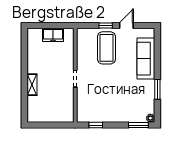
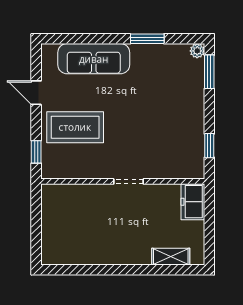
window: (106, 25) -> (36, 152), moved
freezer: (53, 35) -> (193, 202), moved, turned 180
shelving: (32, 85) -> (171, 257), moved

